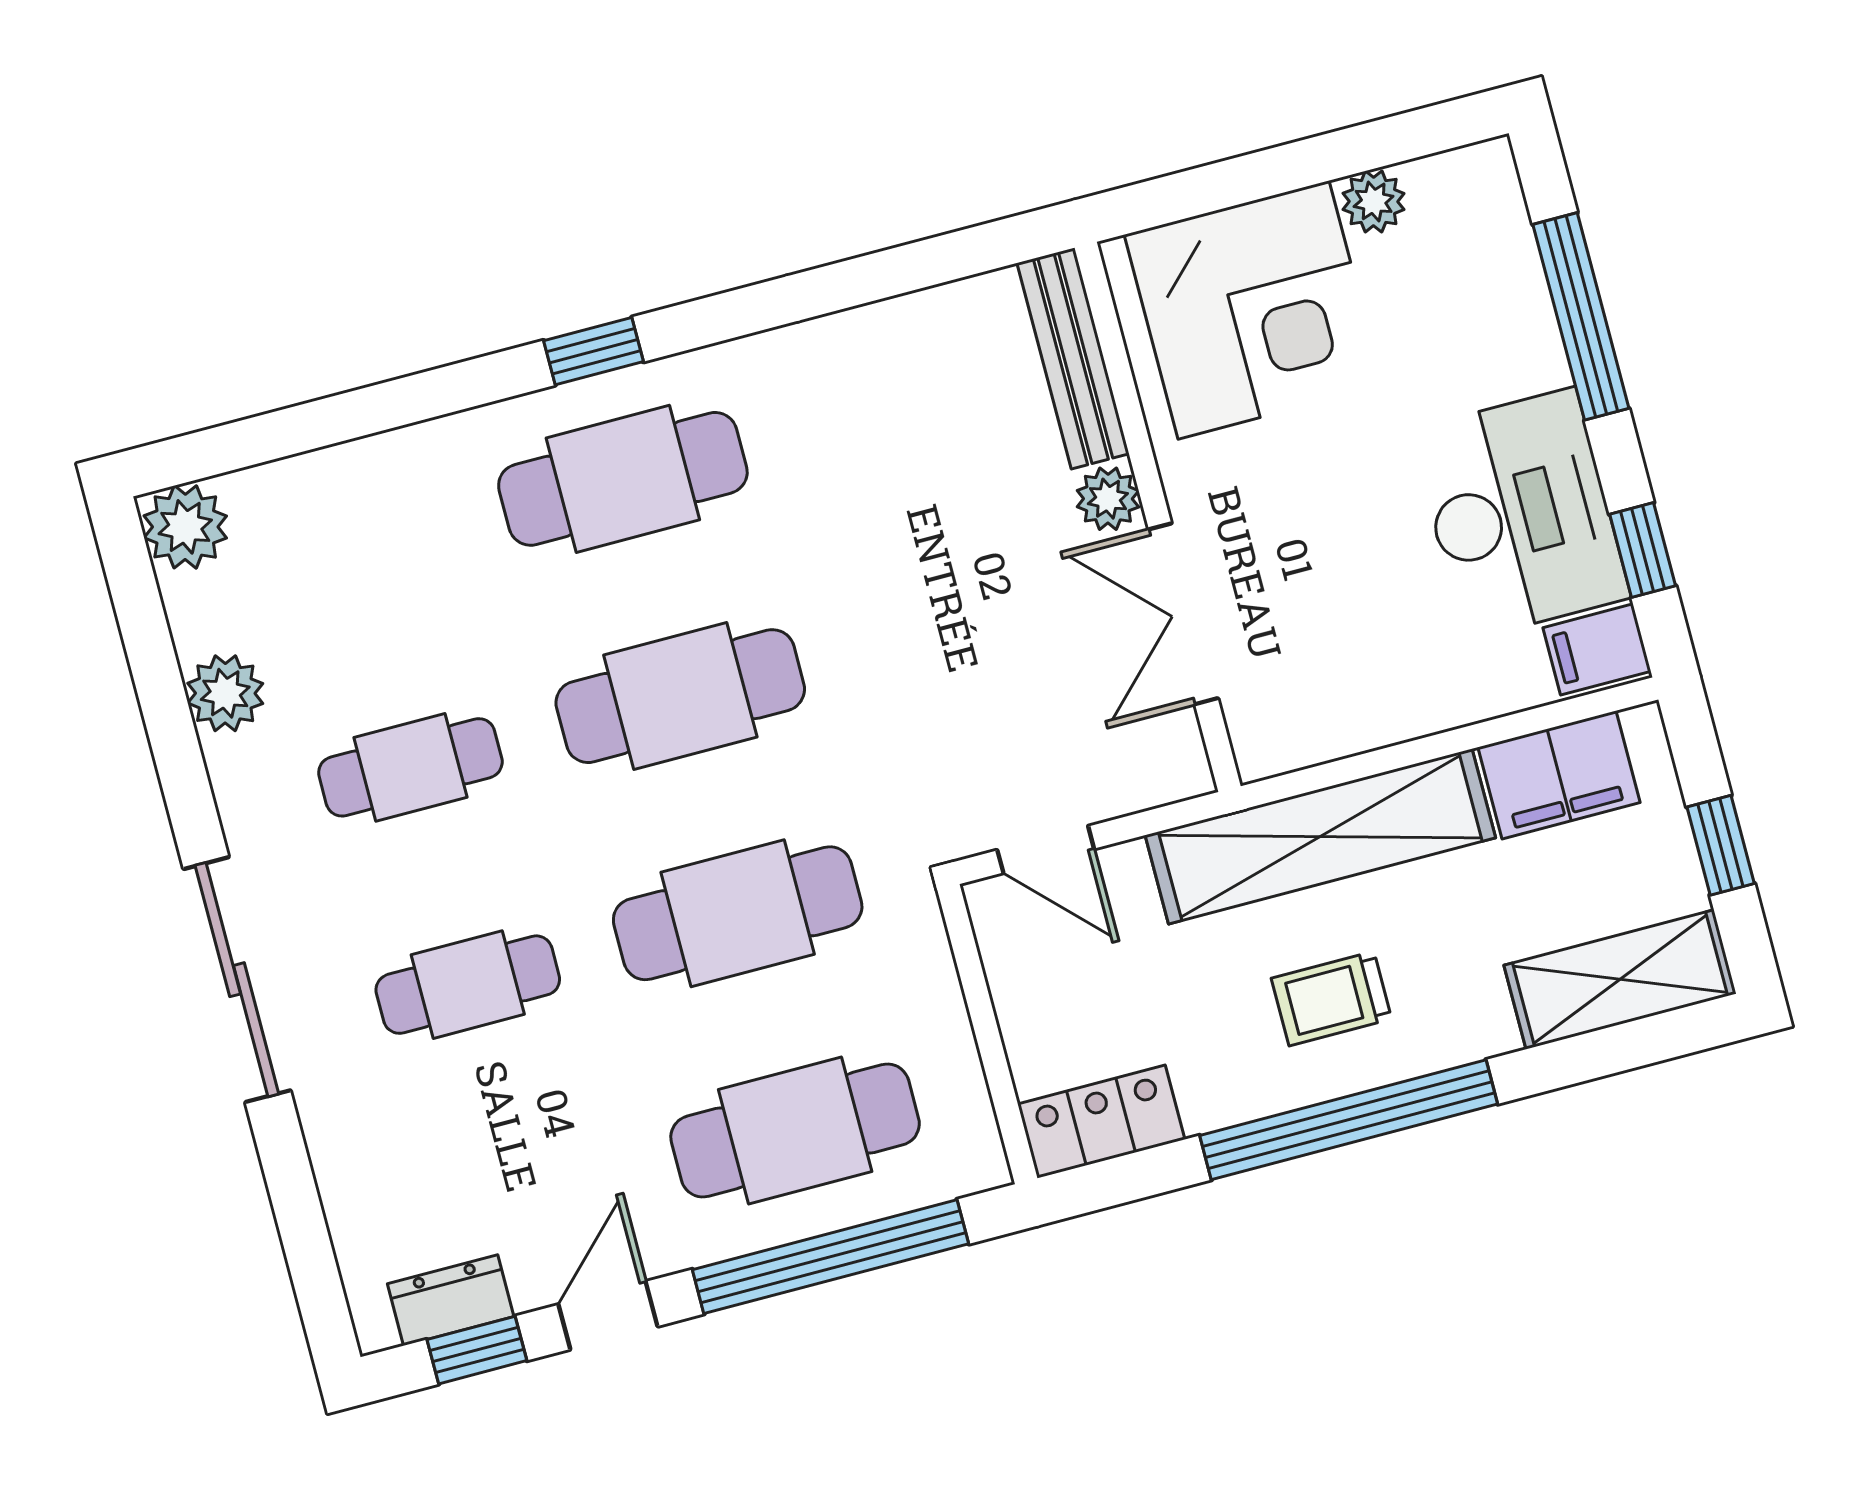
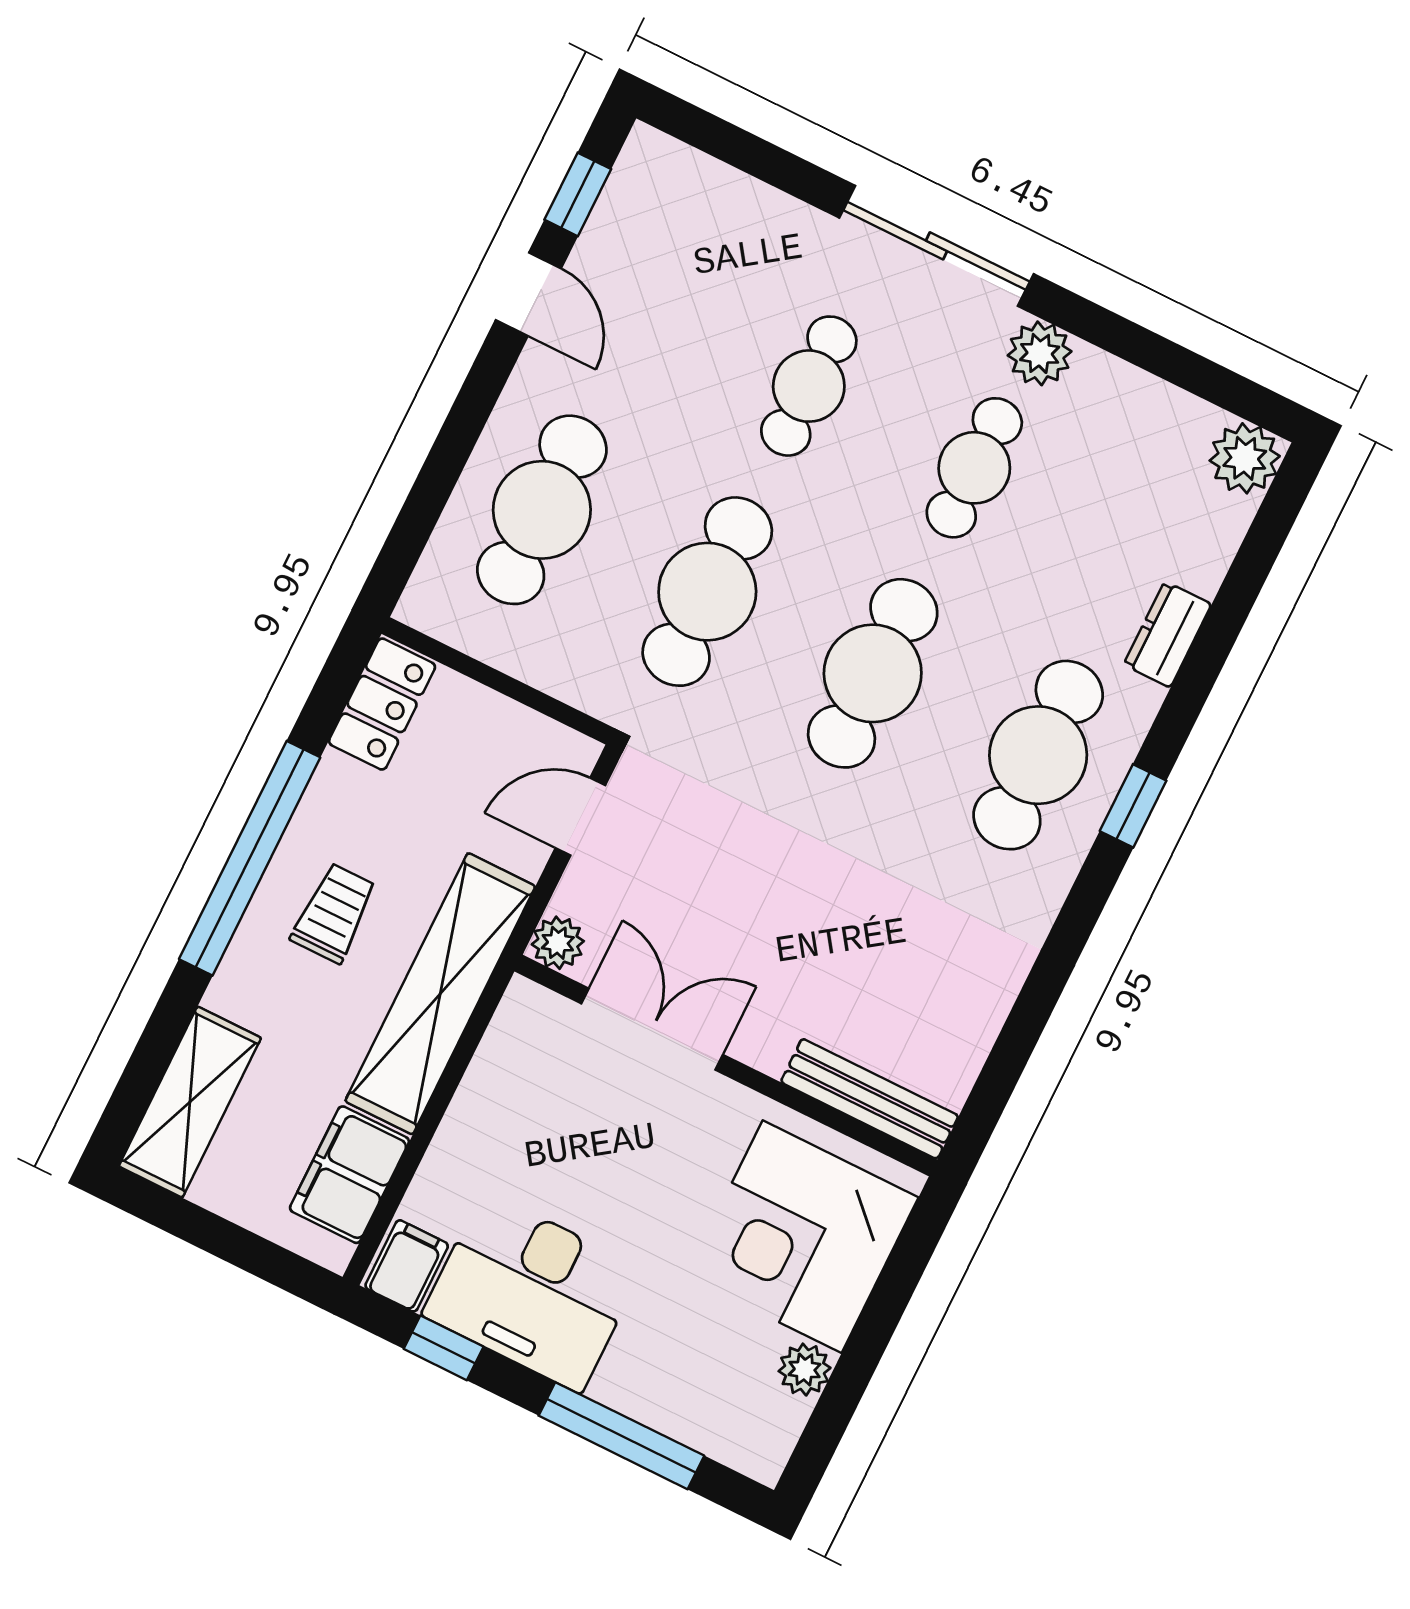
plant: (1108, 499) -> (558, 943), moved
plant: (225, 693) -> (1040, 353), moved
window: (1721, 845) -> (219, 1237), removed
window: (830, 1257) -> (445, 464), removed
dresser: (451, 1300) -> (1168, 634), moved, turned 180

